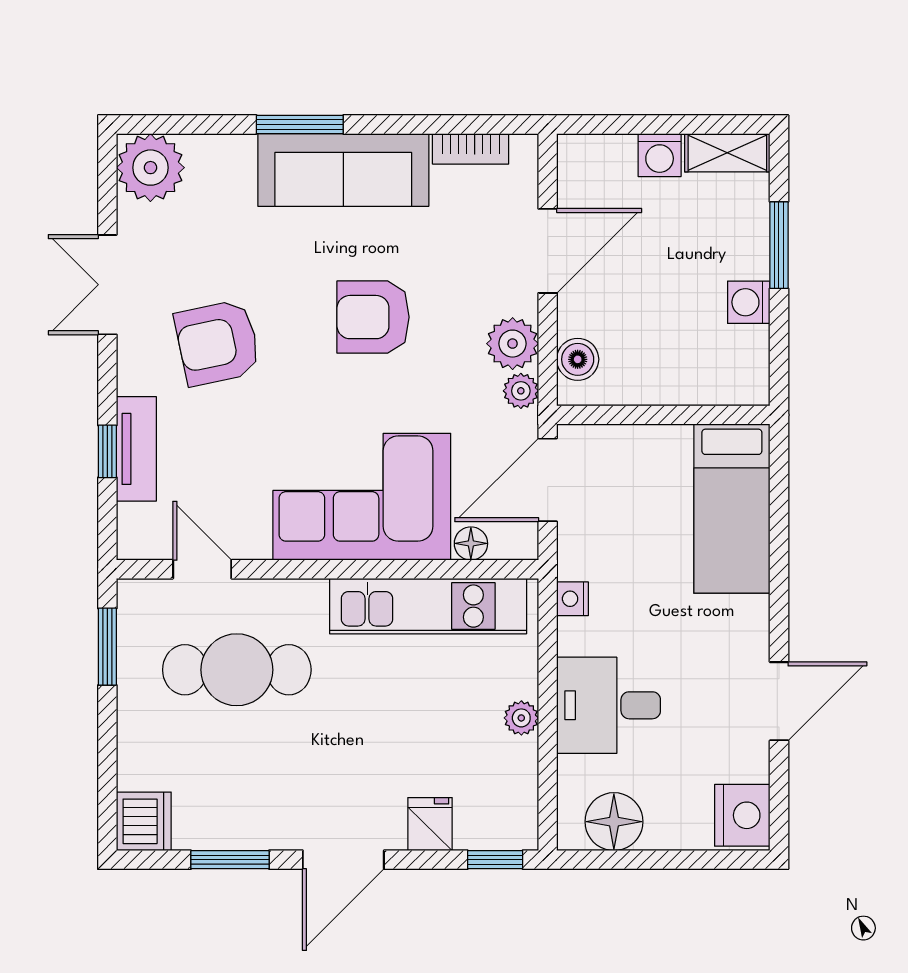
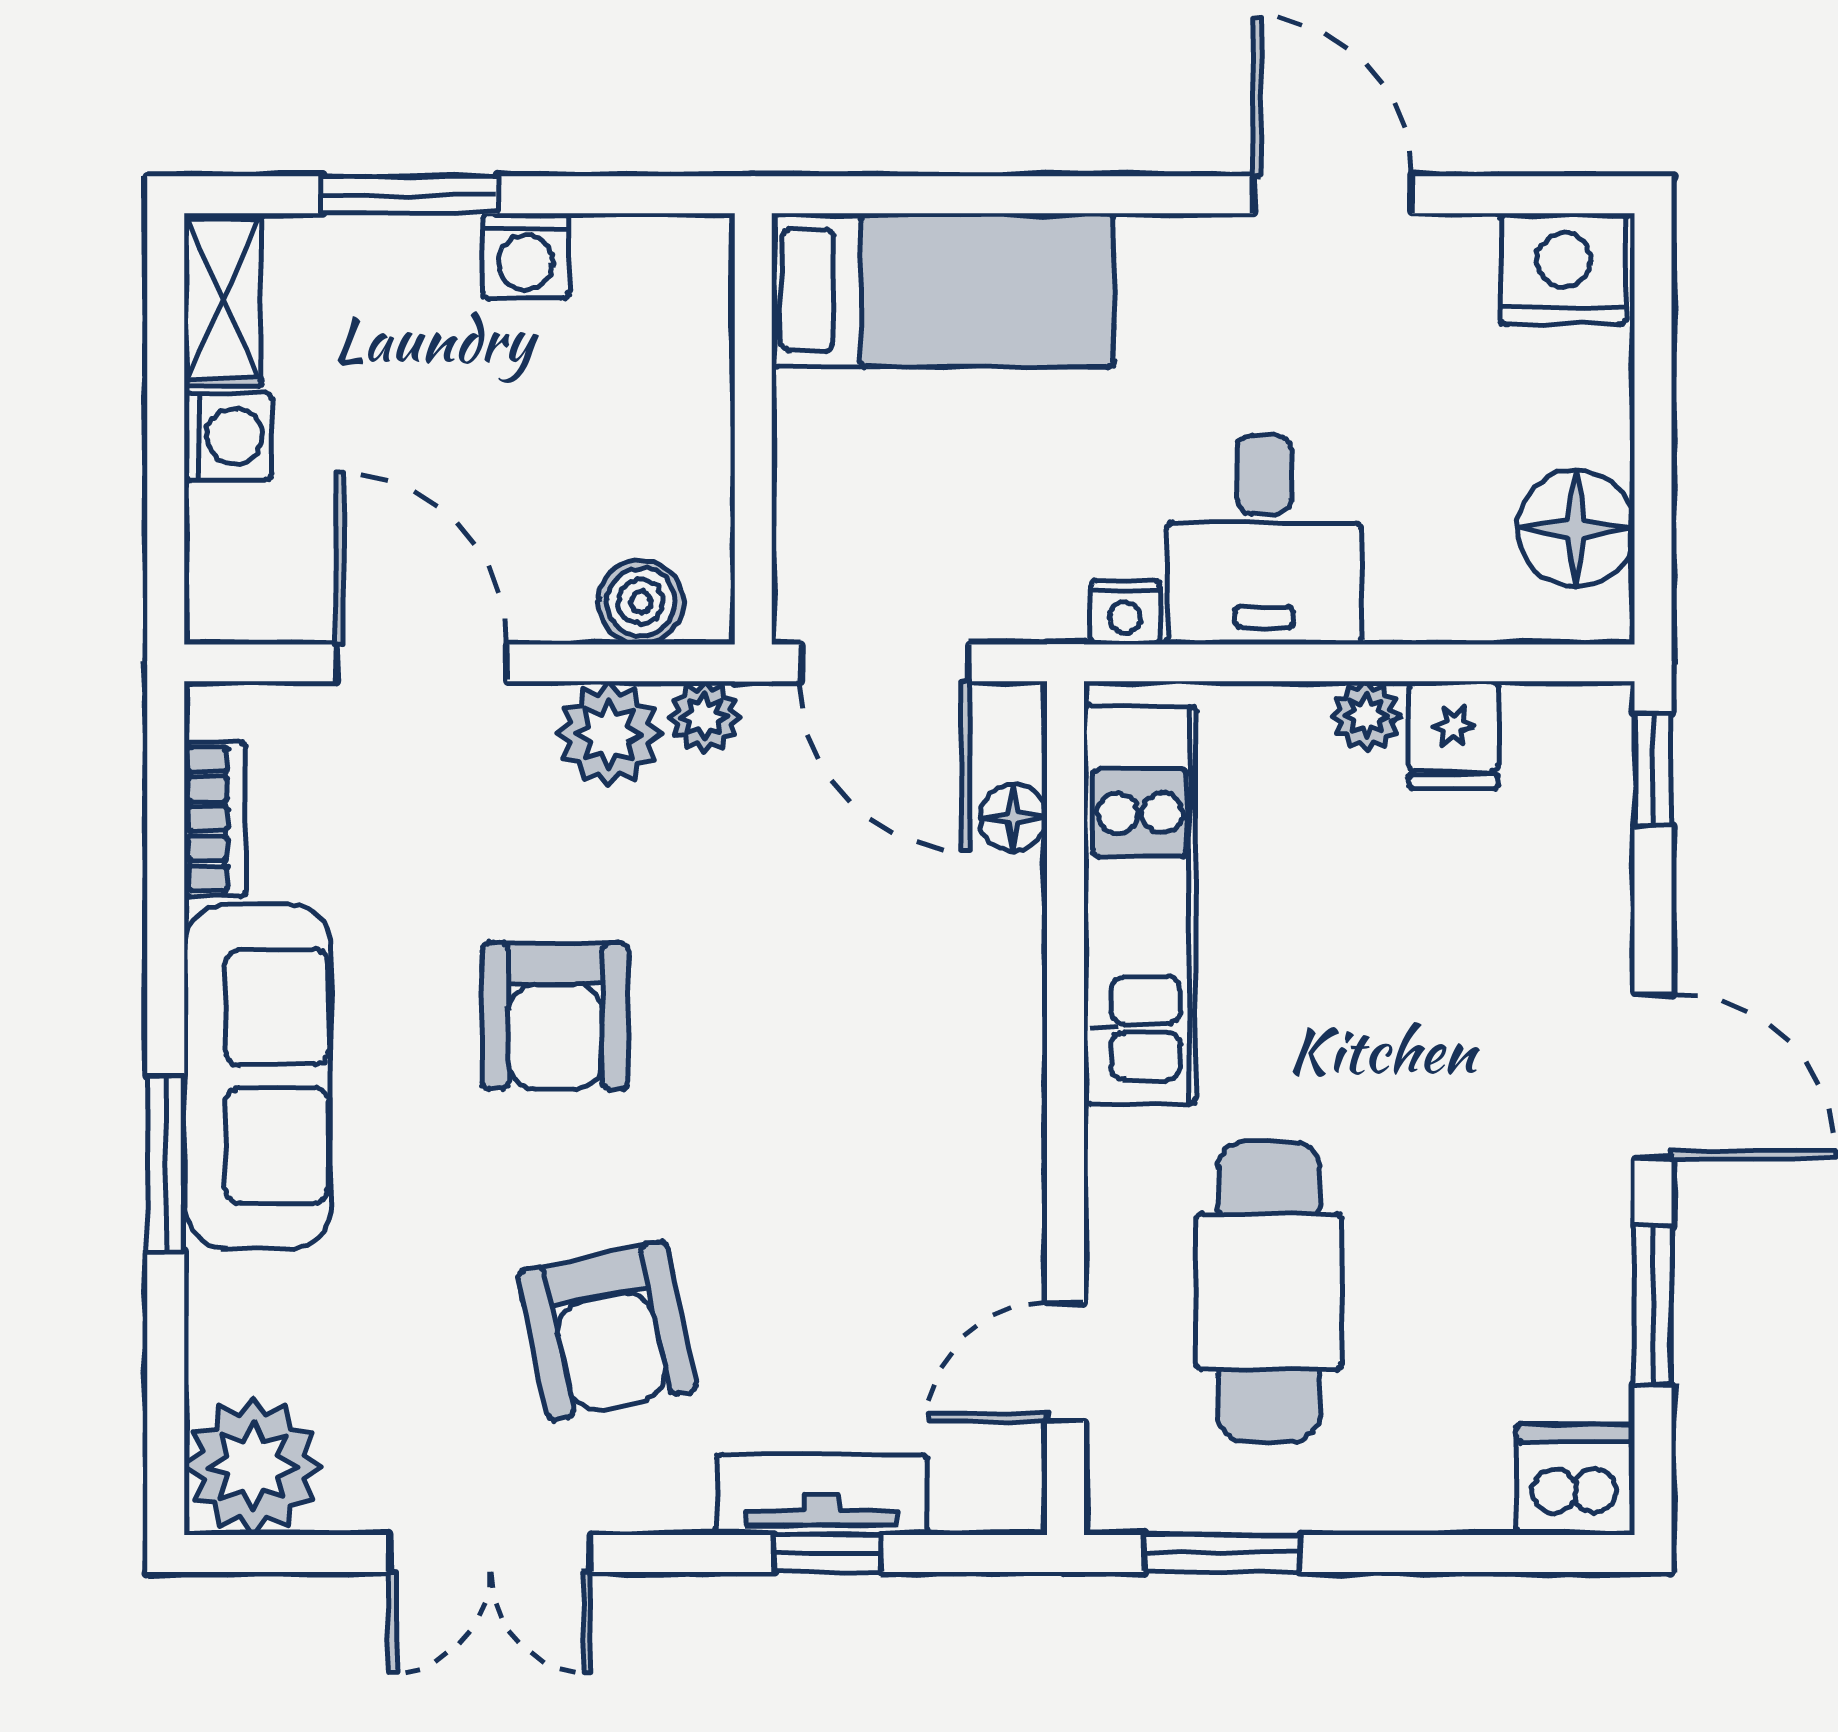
corner sofa: (362, 497) -> (919, 1039), removed
desk: (609, 705) -> (1264, 540), moved
fridge: (430, 824) -> (1453, 735), moved, turned -90

